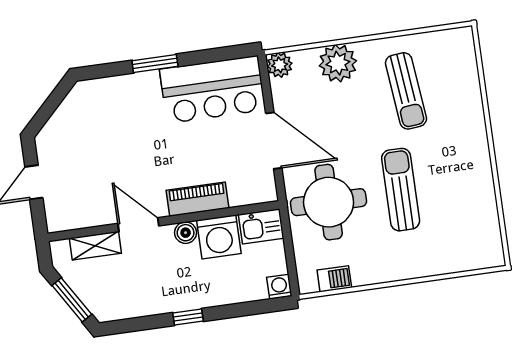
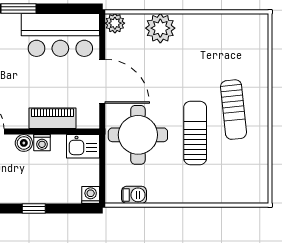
sun lounger: (406, 91) -> (234, 110), moved
piano: (198, 199) -> (52, 118), moved
washing machine: (219, 237) -> (42, 143), width x0.53, depth x0.53
window: (188, 317) -> (34, 209), moved

